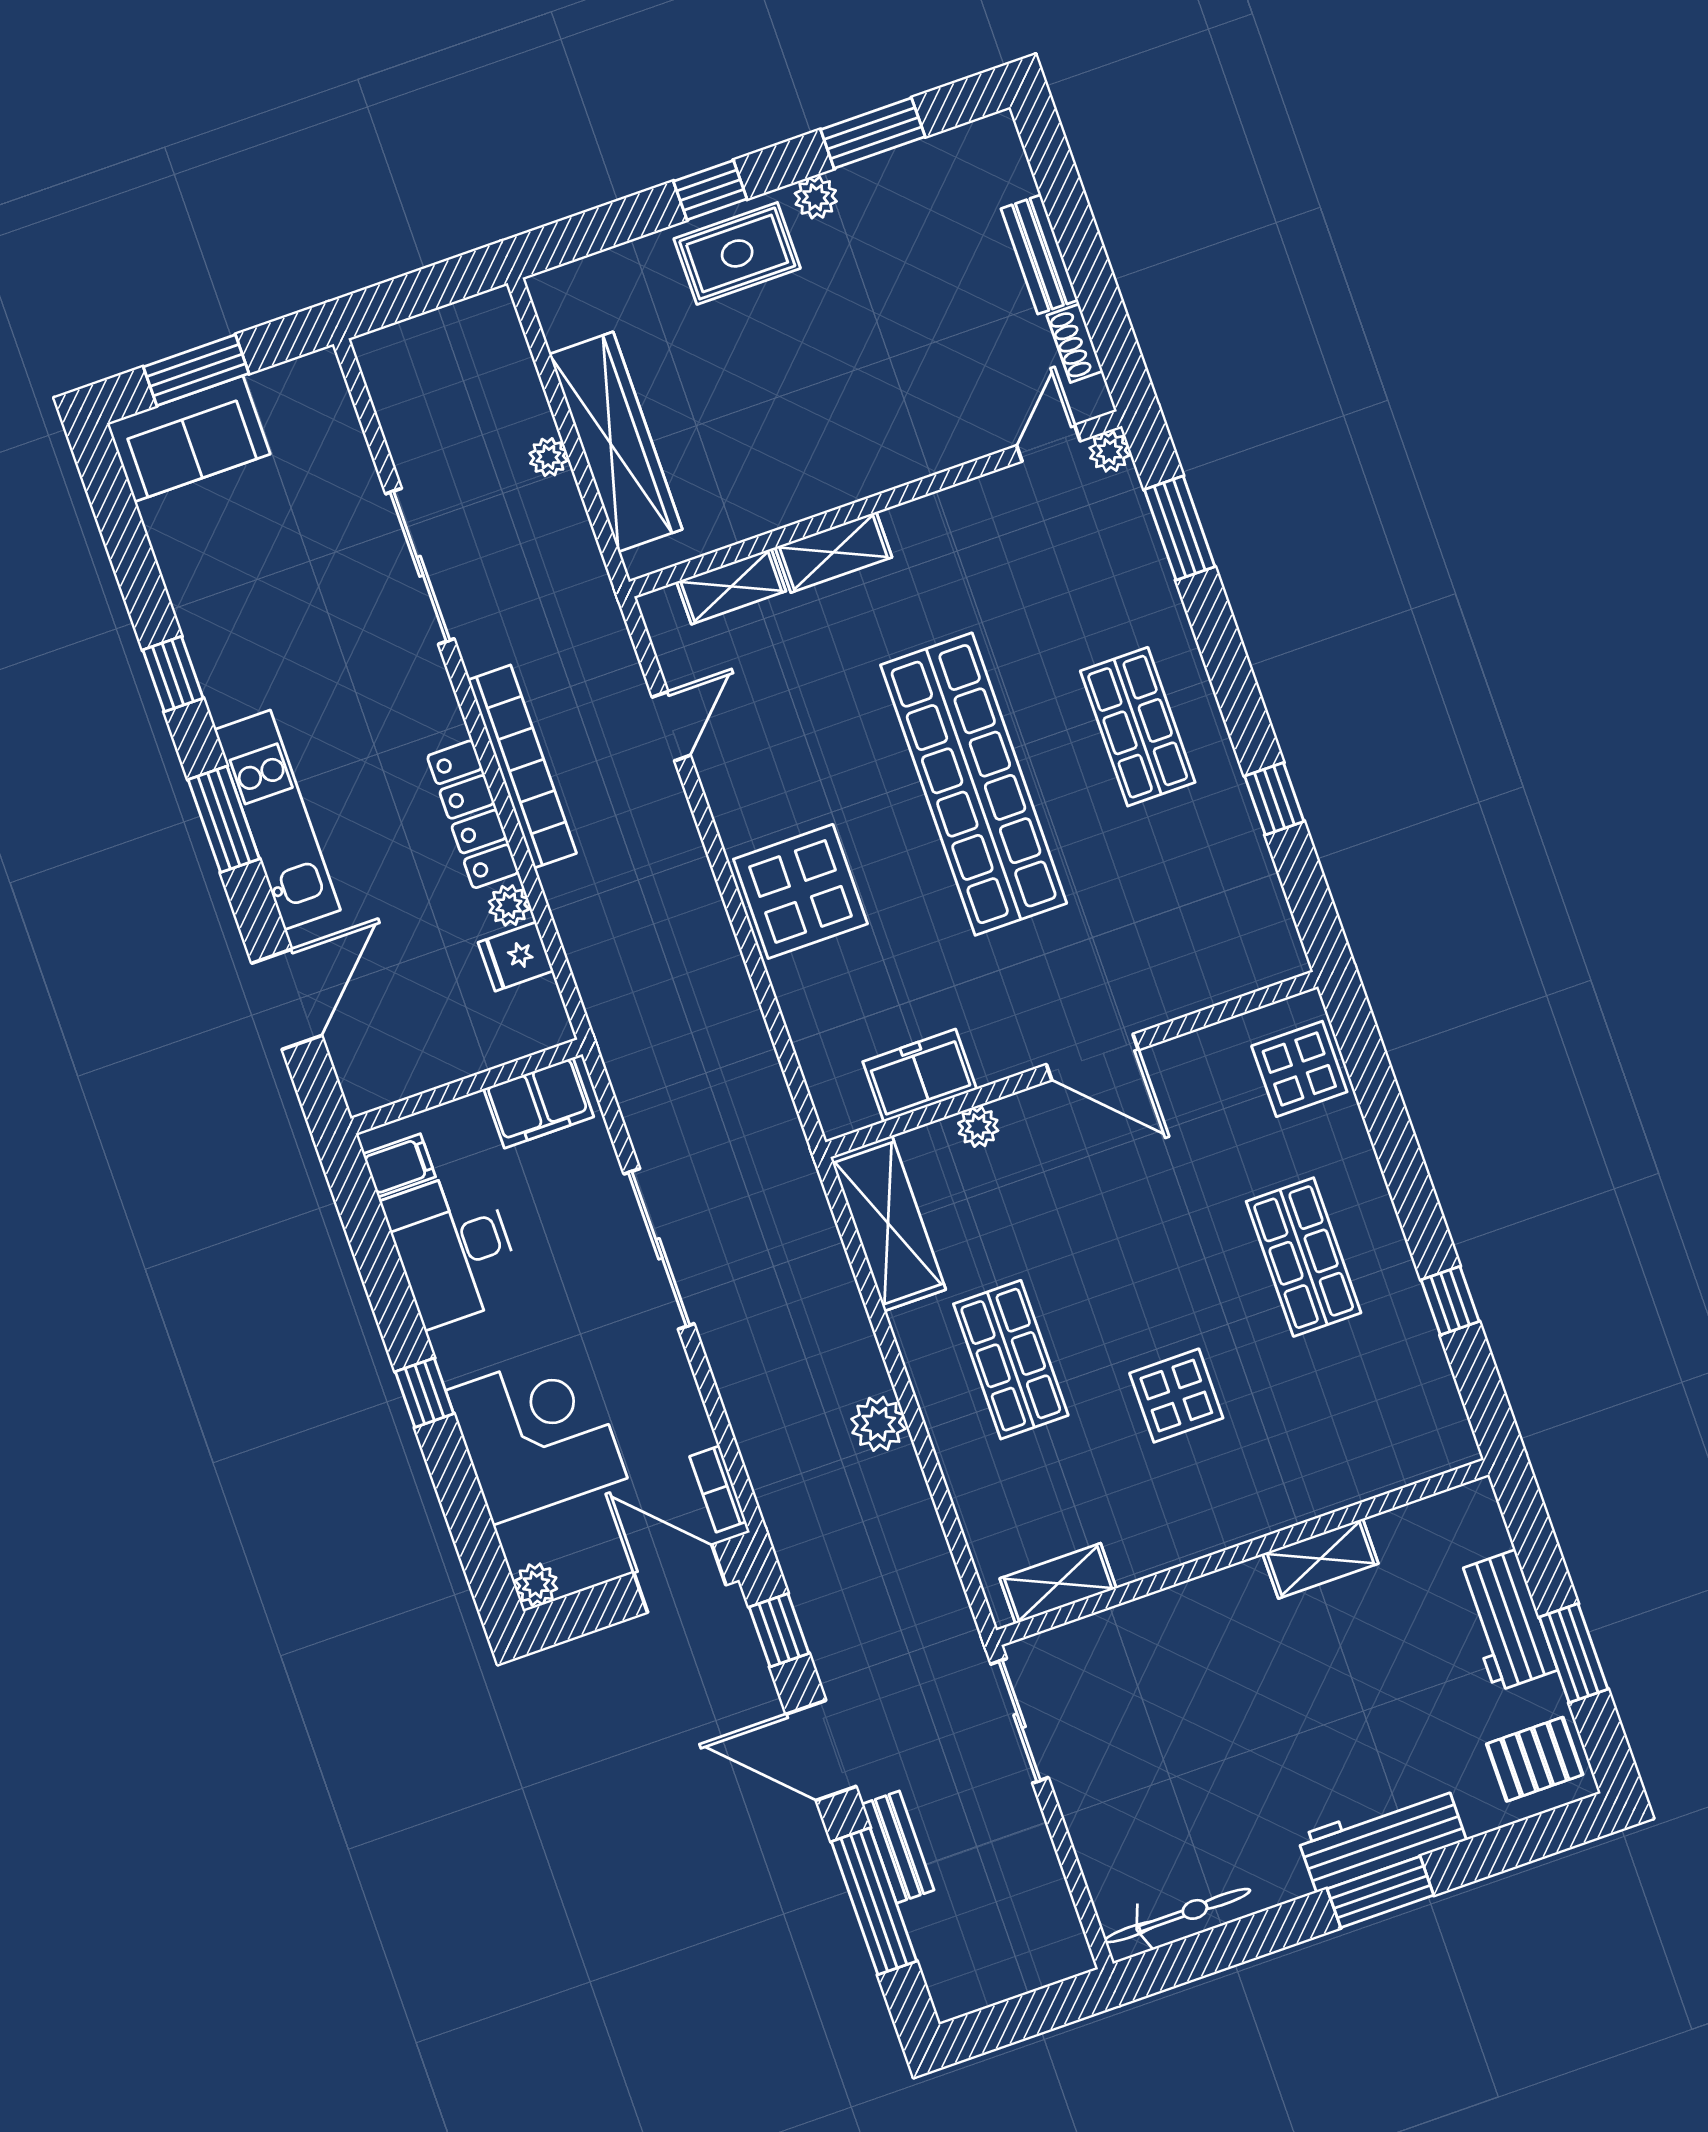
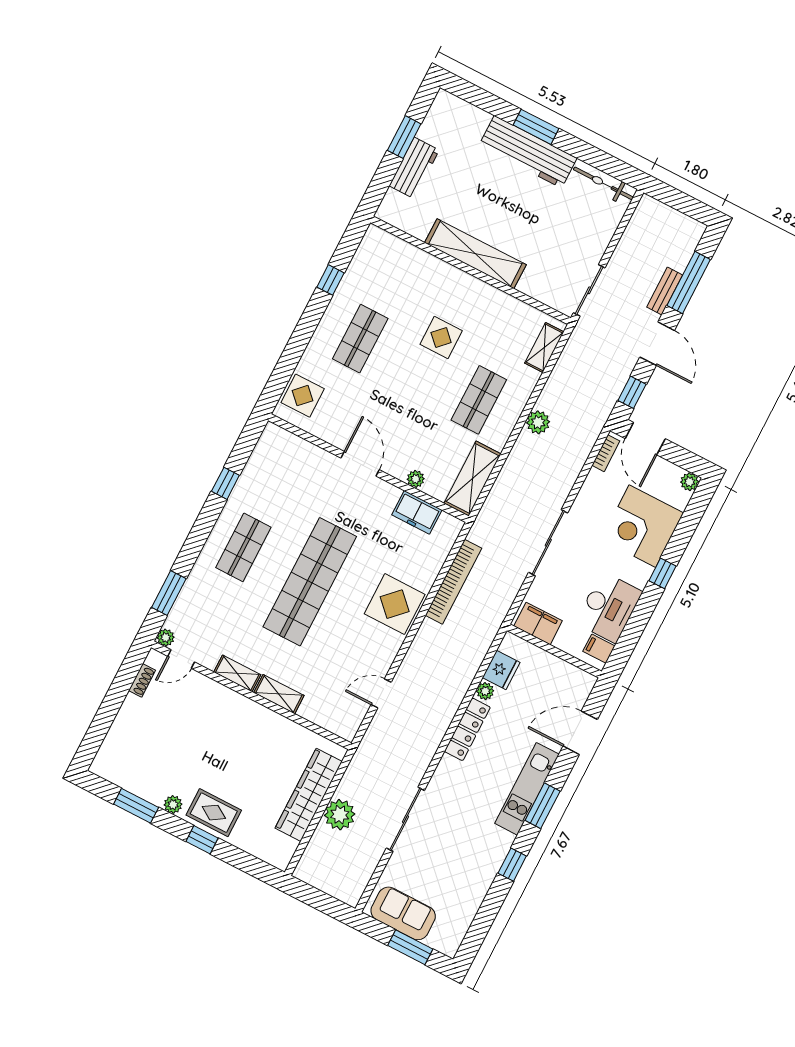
bench: (1039, 254) -> (125, 718), removed
sofa: (189, 439) -> (403, 913), moved
plant: (548, 457) -> (340, 815), width x1.88, depth x1.88
shelving: (731, 586) -> (237, 673), moved
bookcase: (522, 767) -> (453, 582), moved, turned 180
fridge: (516, 957) -> (501, 670), width x1.38
shelving: (1320, 1559) -> (475, 254), width x2.20, depth x1.33
shelving: (1058, 1583) -> (544, 347), moved, turned 90
pallet: (1535, 1759) -> (449, 118), removed
workbench: (1382, 1838) -> (528, 152), width x1.36, depth x1.32

